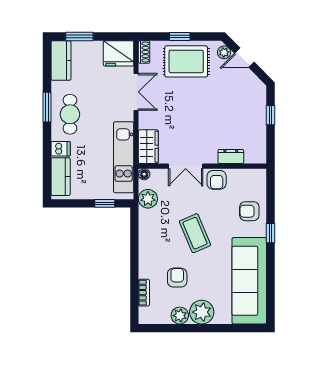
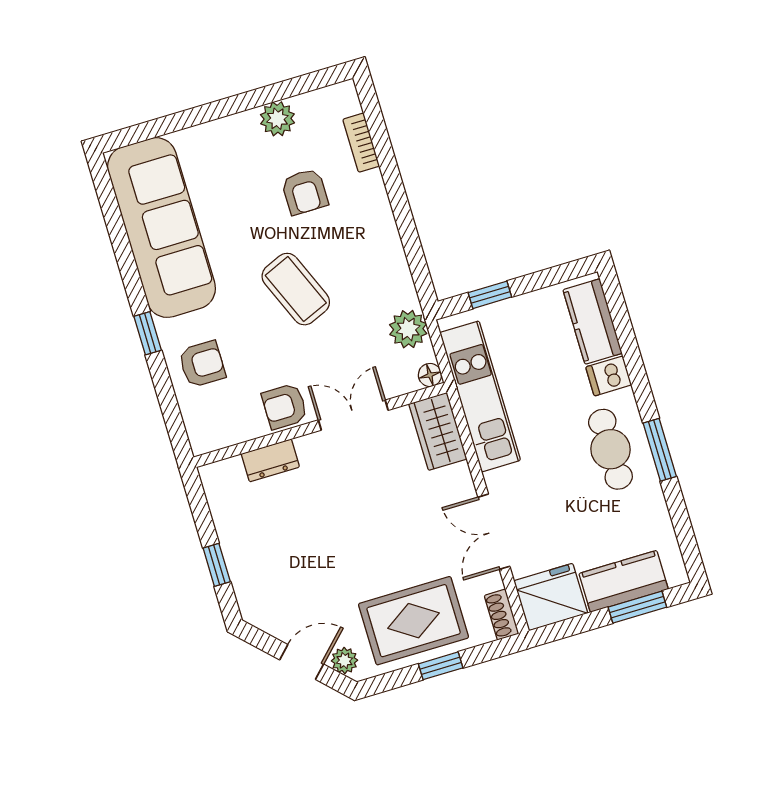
kitchen counter: (61, 60) -> (624, 581), moved, turned 90
armchair: (217, 180) -> (285, 406), turned -90
plant: (202, 312) -> (236, 138), removed

